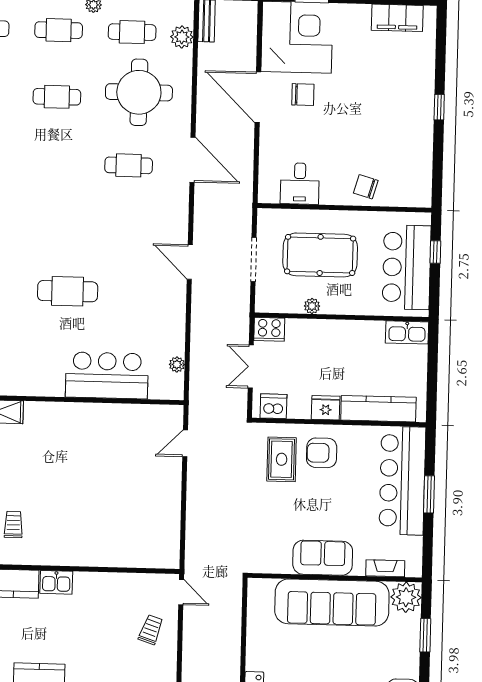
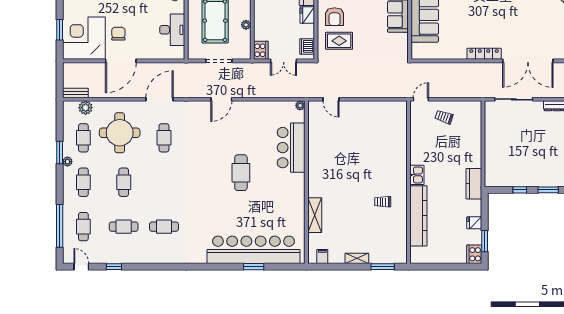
desk: (300, 184) -> (172, 30), width x1.37
plant: (177, 364) -> (300, 105), moved

